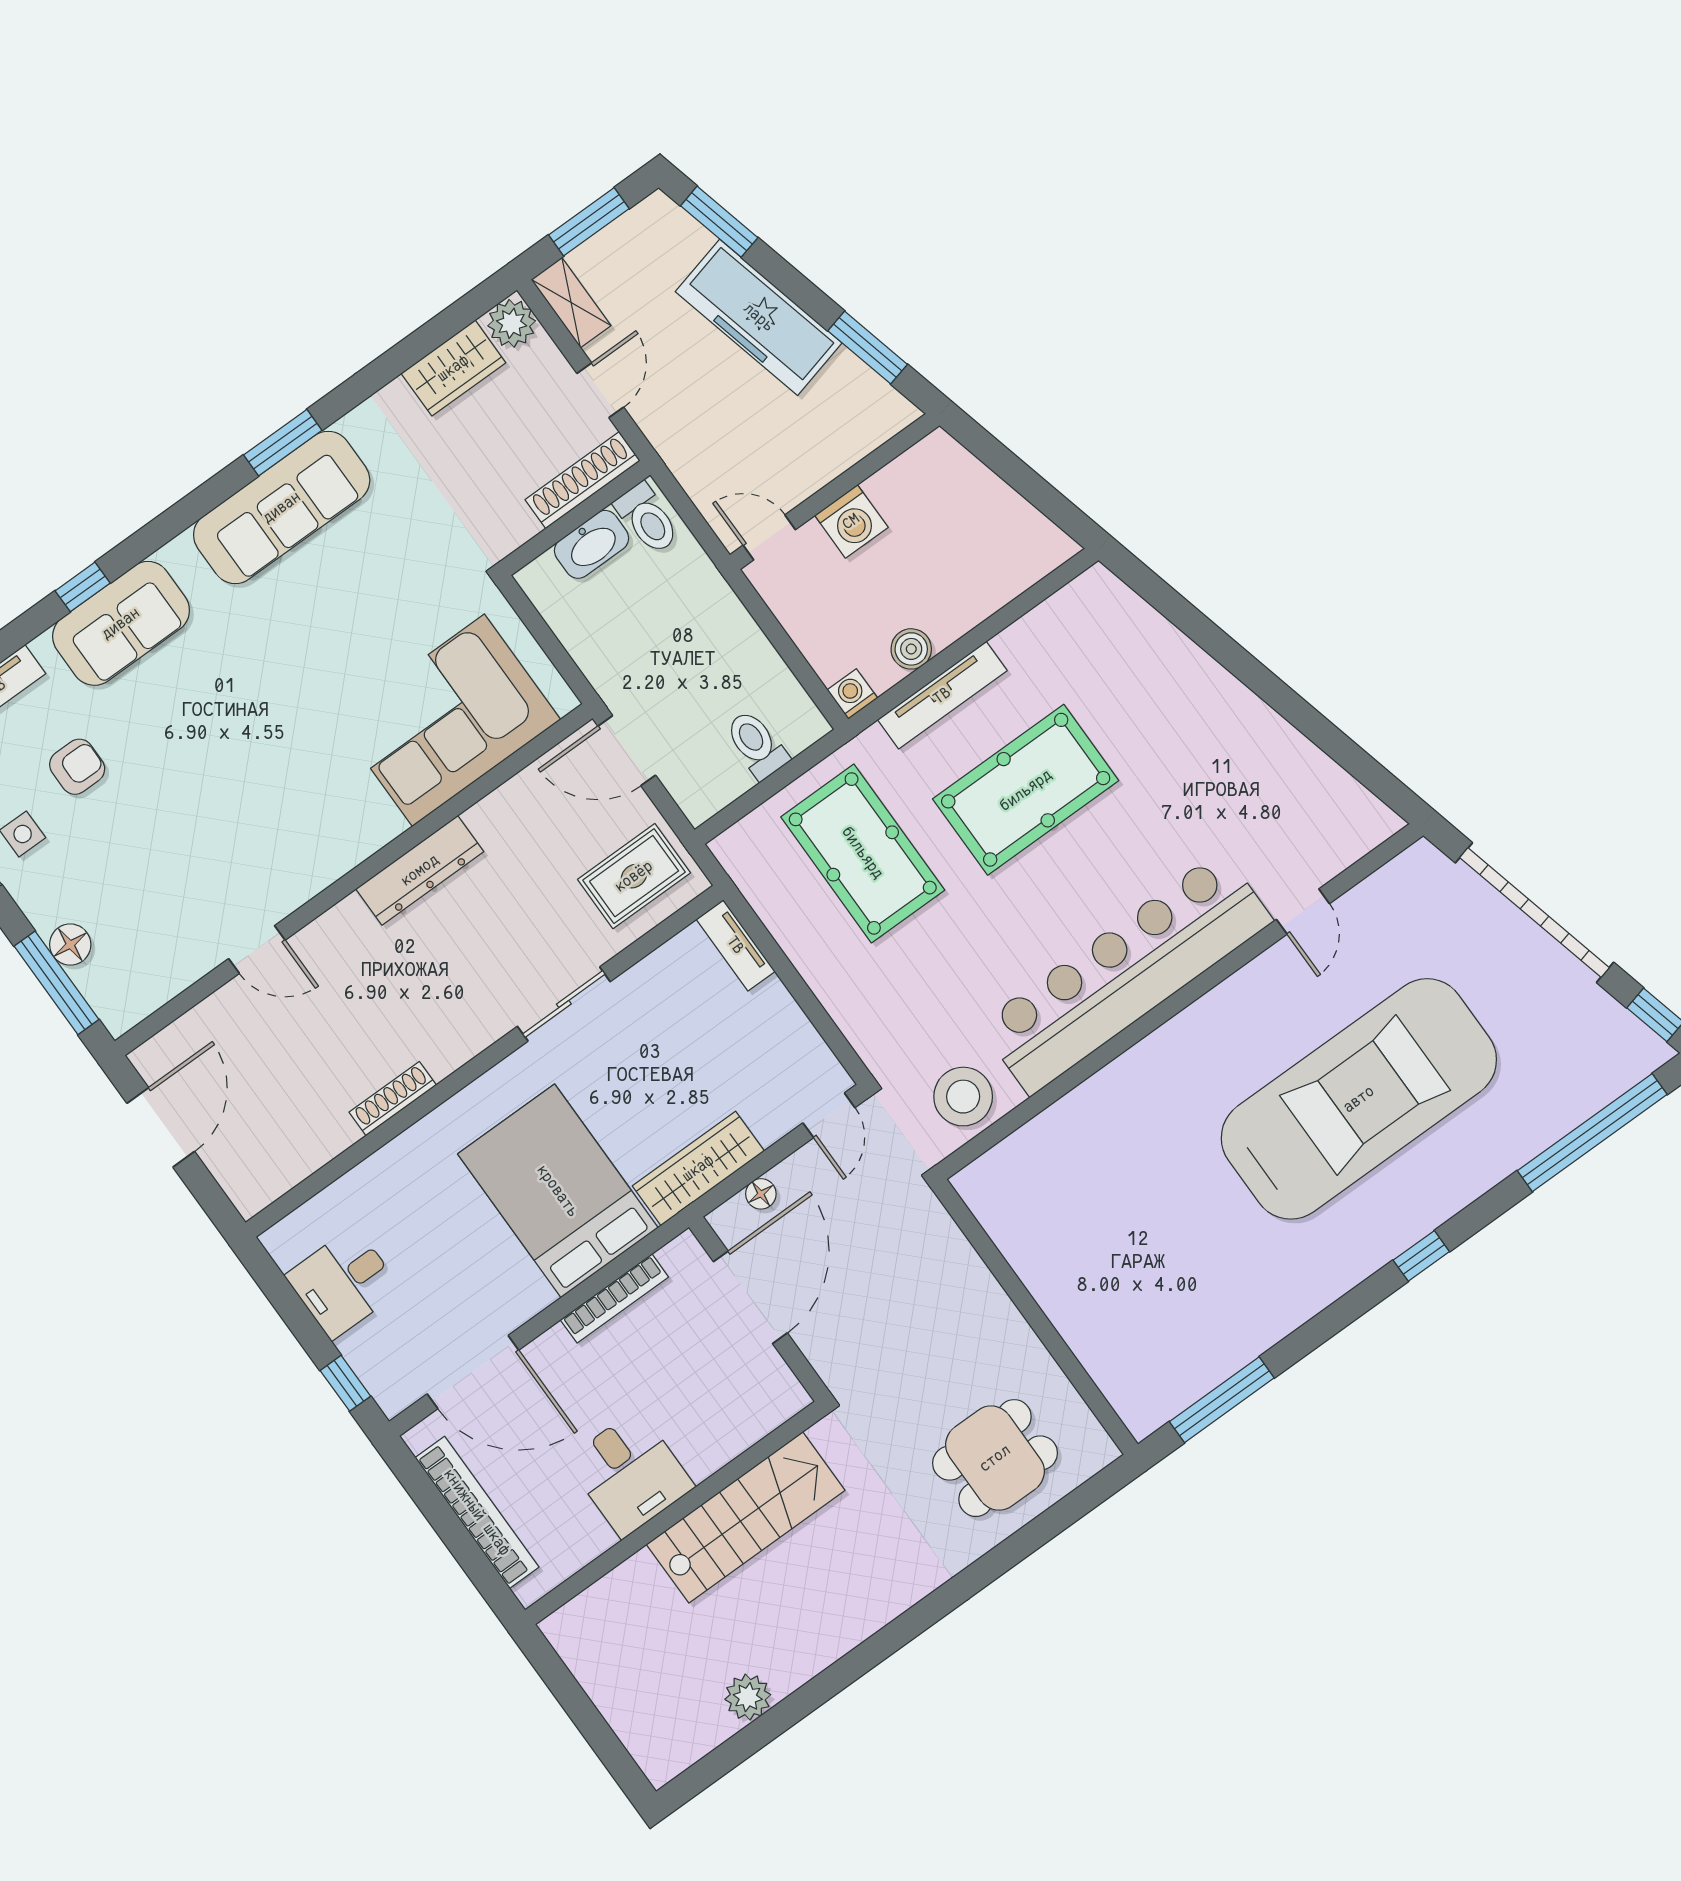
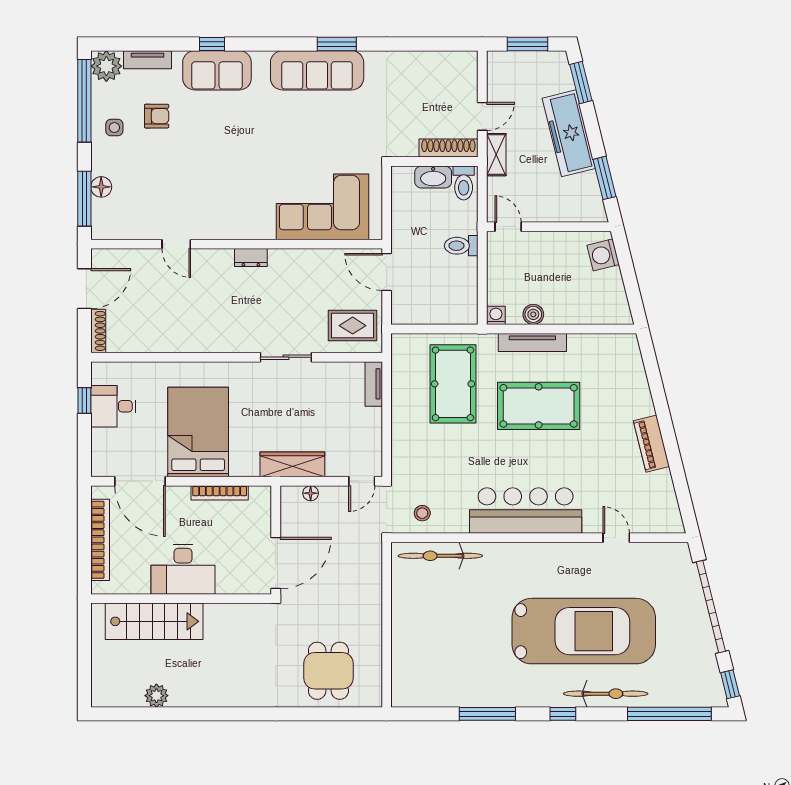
shelving: (571, 303) -> (496, 155), moved
plant: (512, 323) -> (466, 63), removed
wardrobe: (453, 368) -> (429, 64), removed
washing machine: (851, 521) -> (603, 255), moved, turned 76
piano: (1250, 720) -> (651, 444), added
toilet: (757, 745) -> (461, 246), moved, turned -90
dresser: (420, 870) -> (251, 258), width x0.51, depth x0.80
door: (1303, 911) -> (616, 538), swing flipped
bar counter: (1126, 973) -> (526, 511), width x0.73
stool: (963, 1097) -> (422, 513), width x0.53, depth x0.53
shoe rack: (393, 1099) -> (98, 331), moved, turned 90
bicycle: (1041, 1144) -> (440, 556), added
bicycle: (1466, 1174) -> (606, 694), added
bed: (558, 1191) -> (198, 432), moved
door: (750, 1297) -> (276, 563), moved
window: (345, 1383) -> (84, 401), moved
window: (1222, 1400) -> (487, 714), moved
dining table: (995, 1458) -> (328, 671), turned 90
desk: (630, 1473) -> (183, 569), width x1.37
stairs: (746, 1517) -> (154, 621), moved

